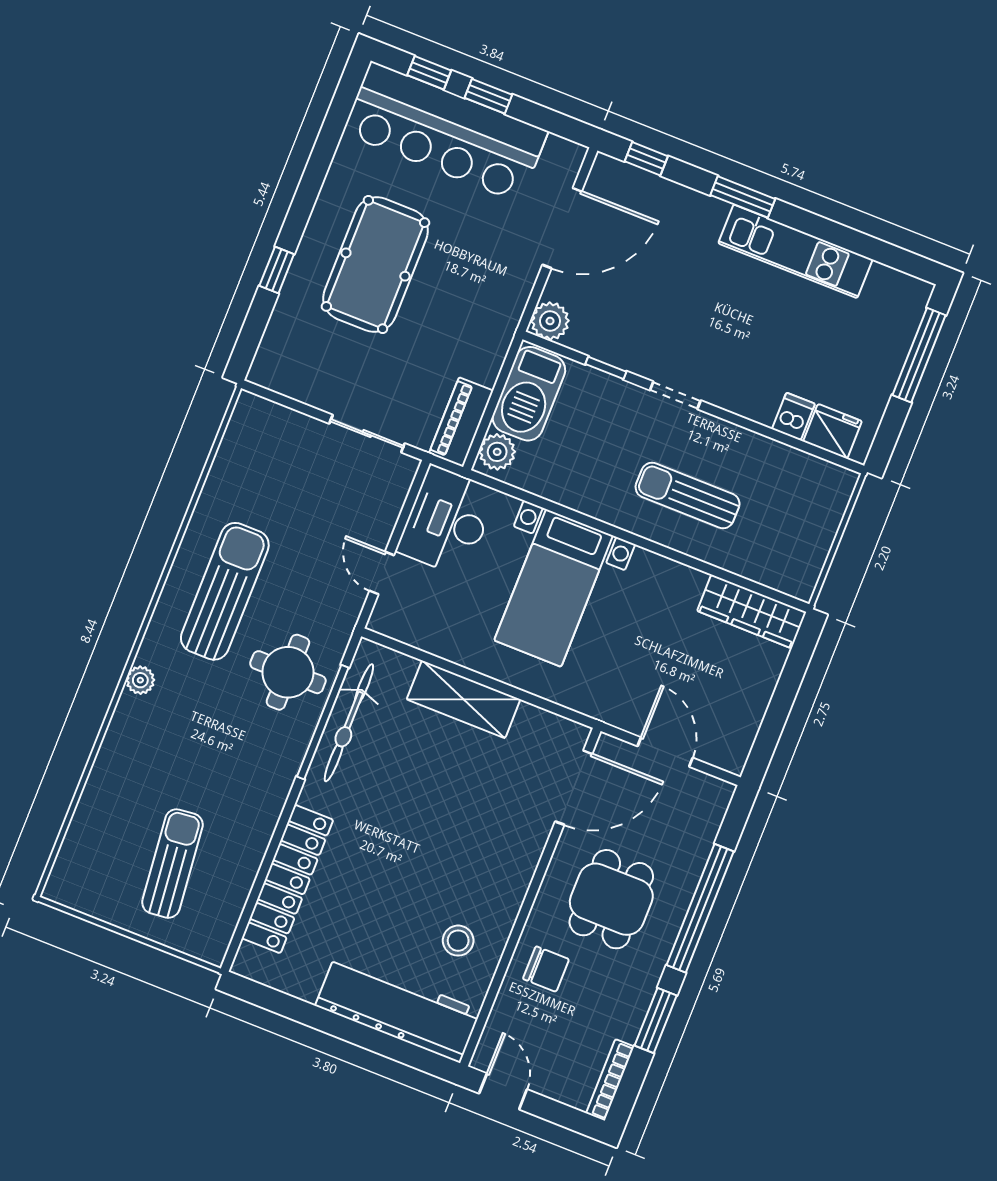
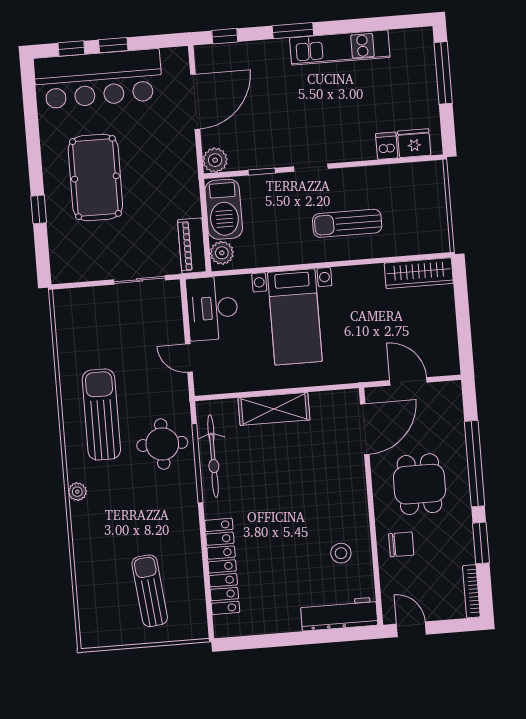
workbench: (398, 1008) -> (339, 614), width x0.73, depth x0.76

